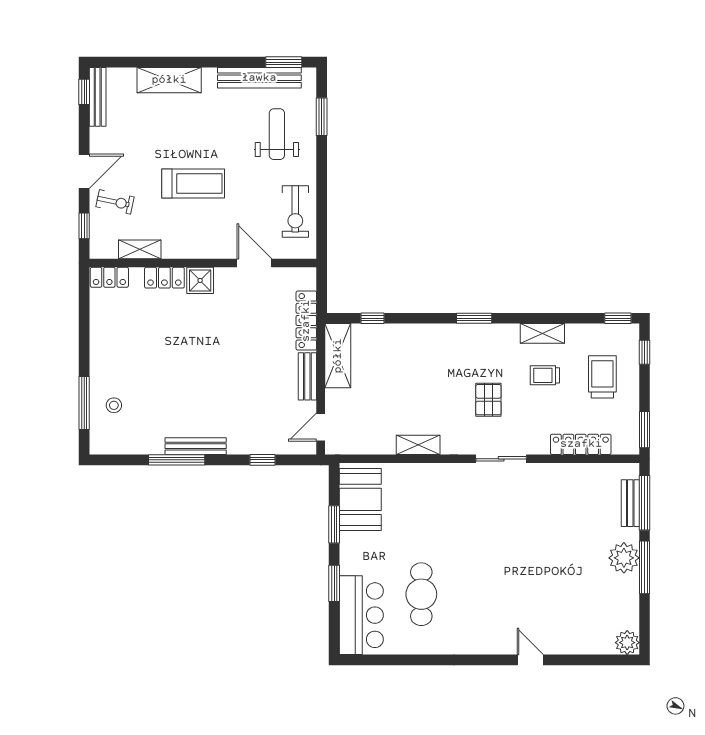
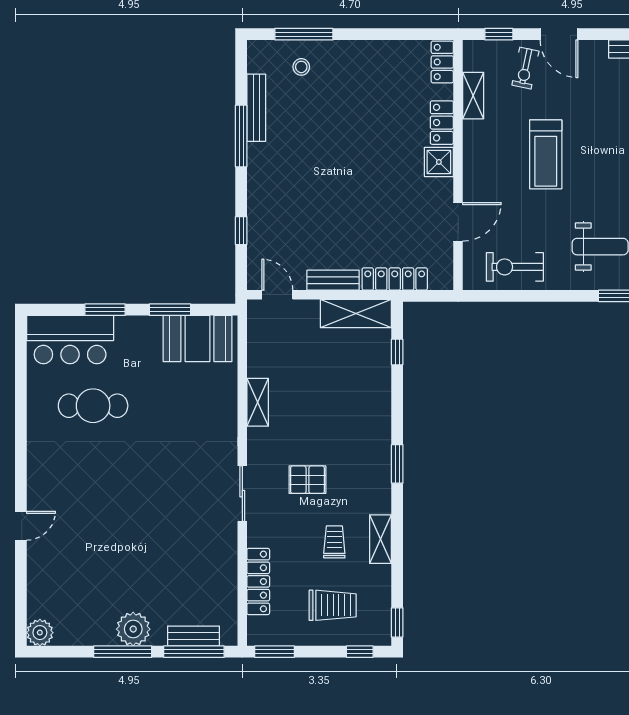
bench: (196, 446) -> (256, 108), moved

